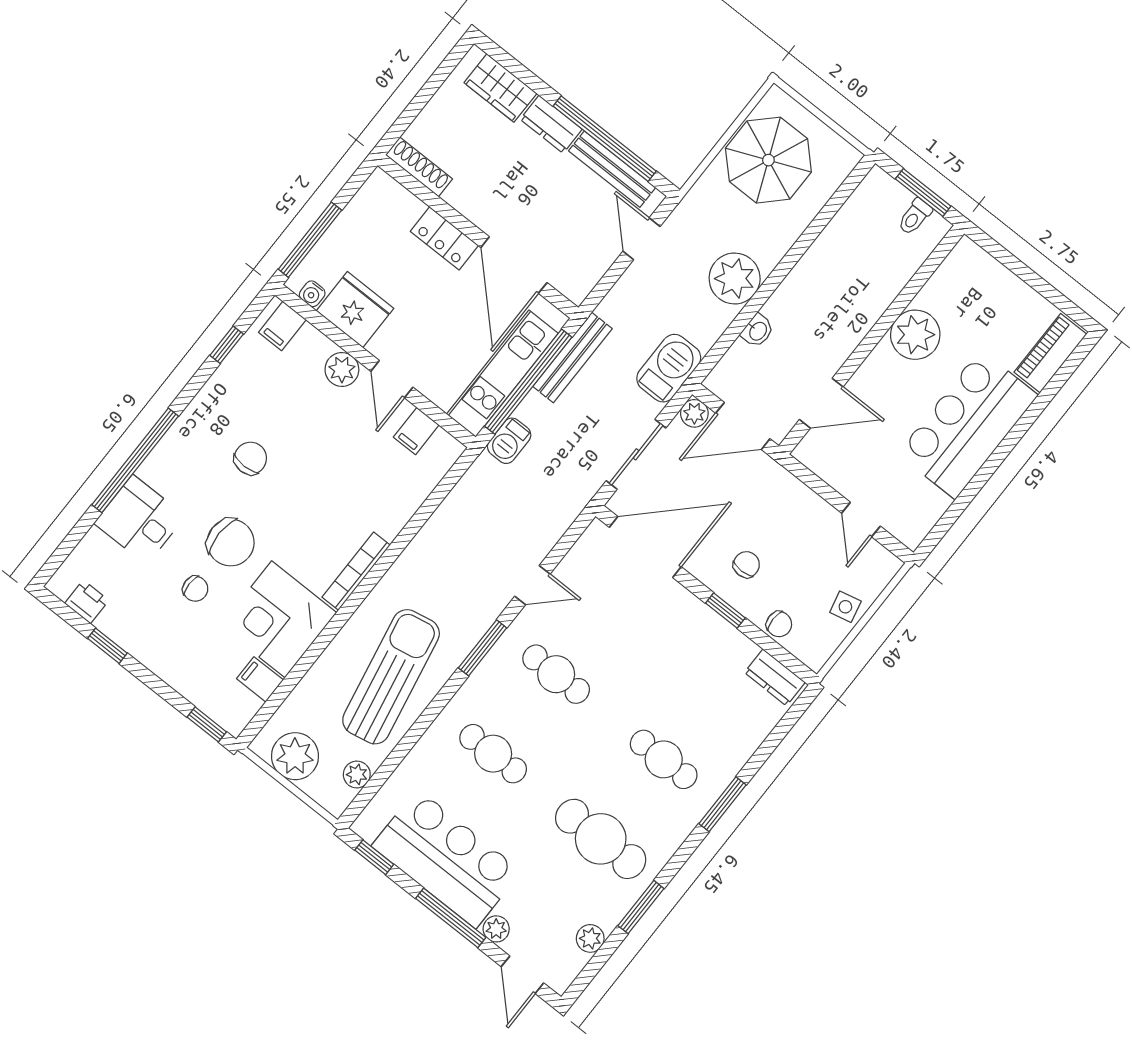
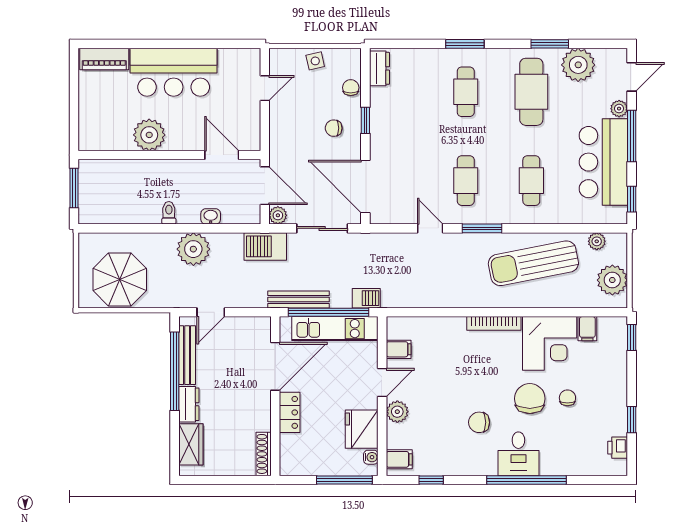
toilet: (915, 217) -> (169, 213), moved, turned -90
desk: (140, 520) -> (518, 454), moved
plant: (590, 938) -> (578, 65), width x1.88, depth x1.88

